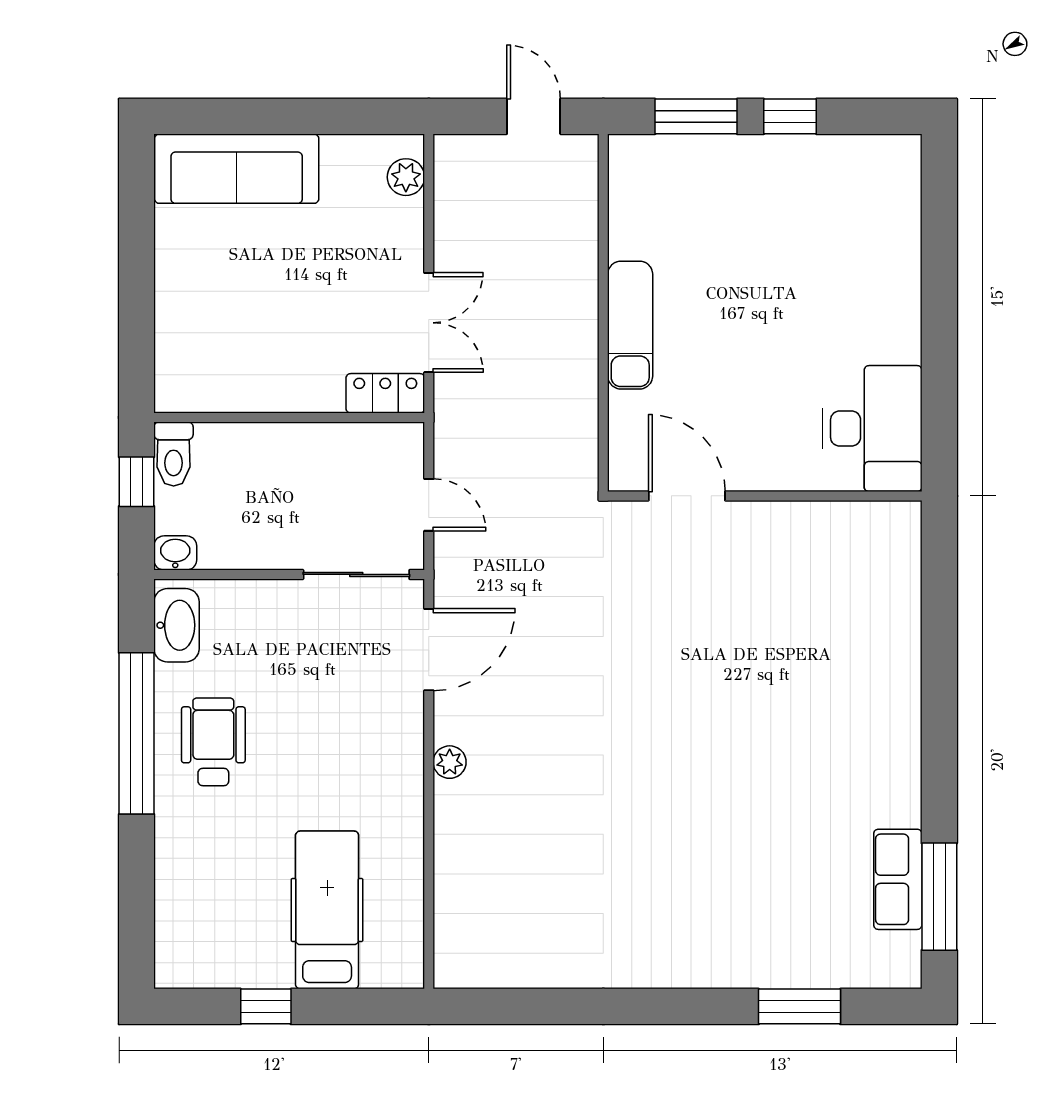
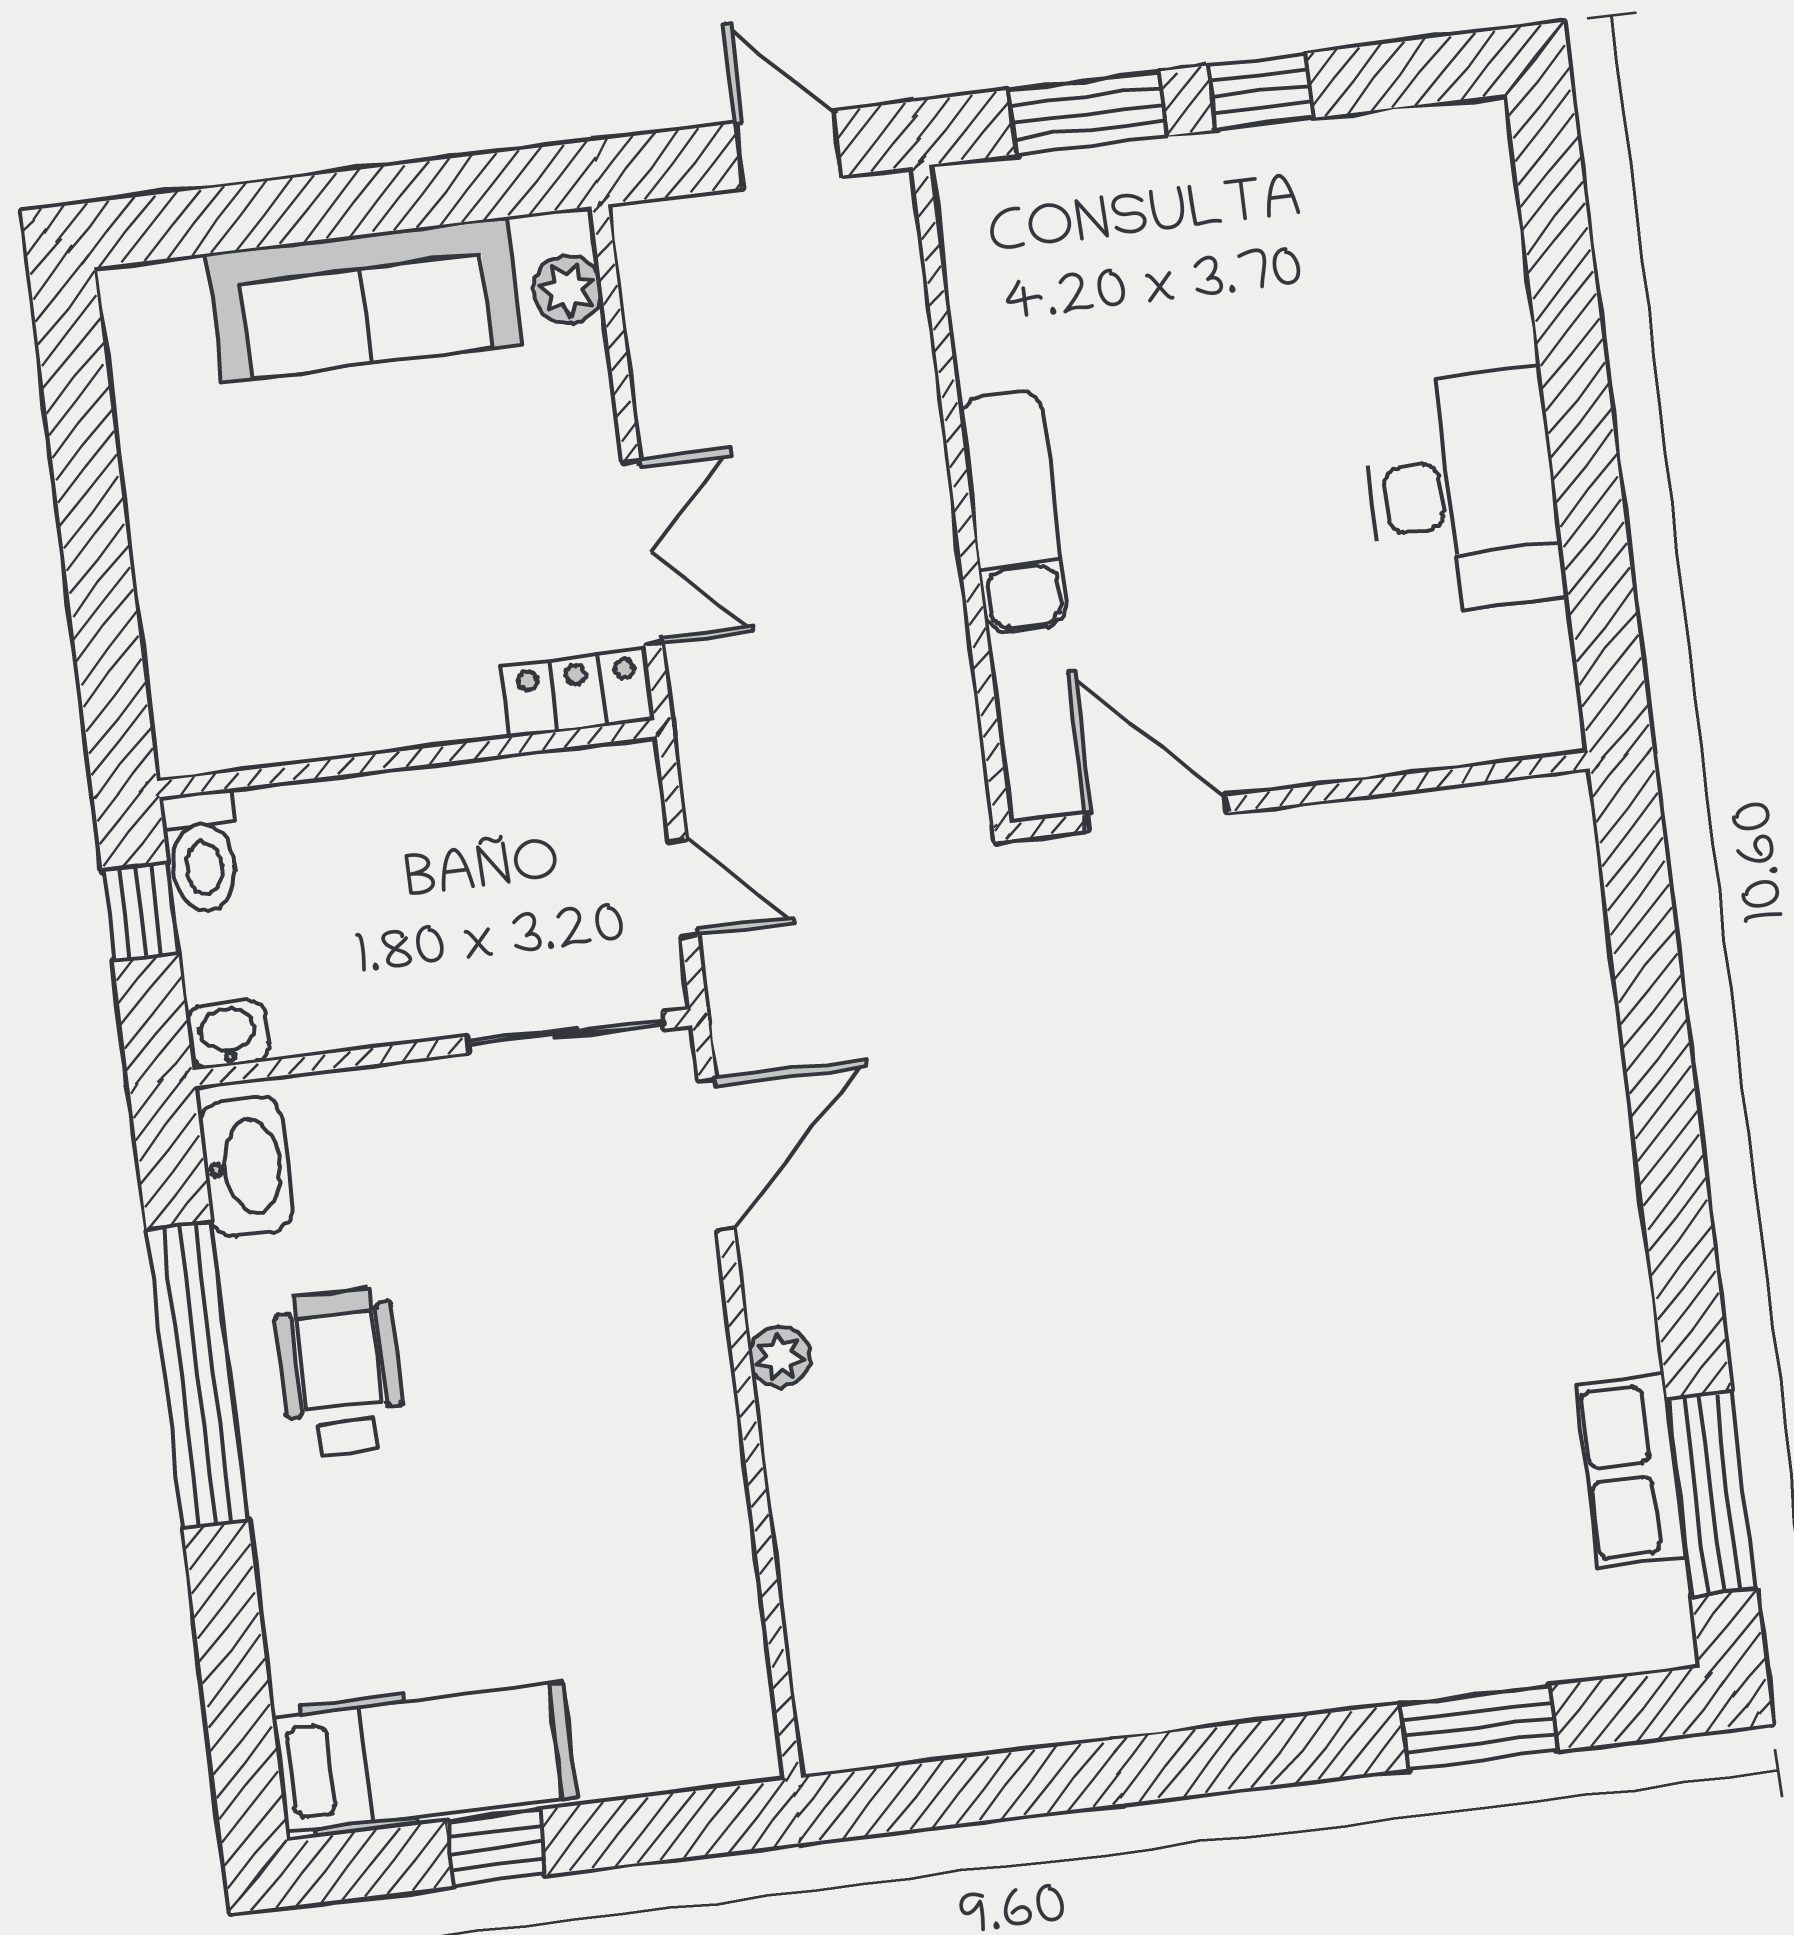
sofa: (237, 169) -> (364, 299), moved
desk: (872, 429) -> (1463, 492), moved
hospital bed: (327, 910) -> (424, 1757), moved, turned 90

